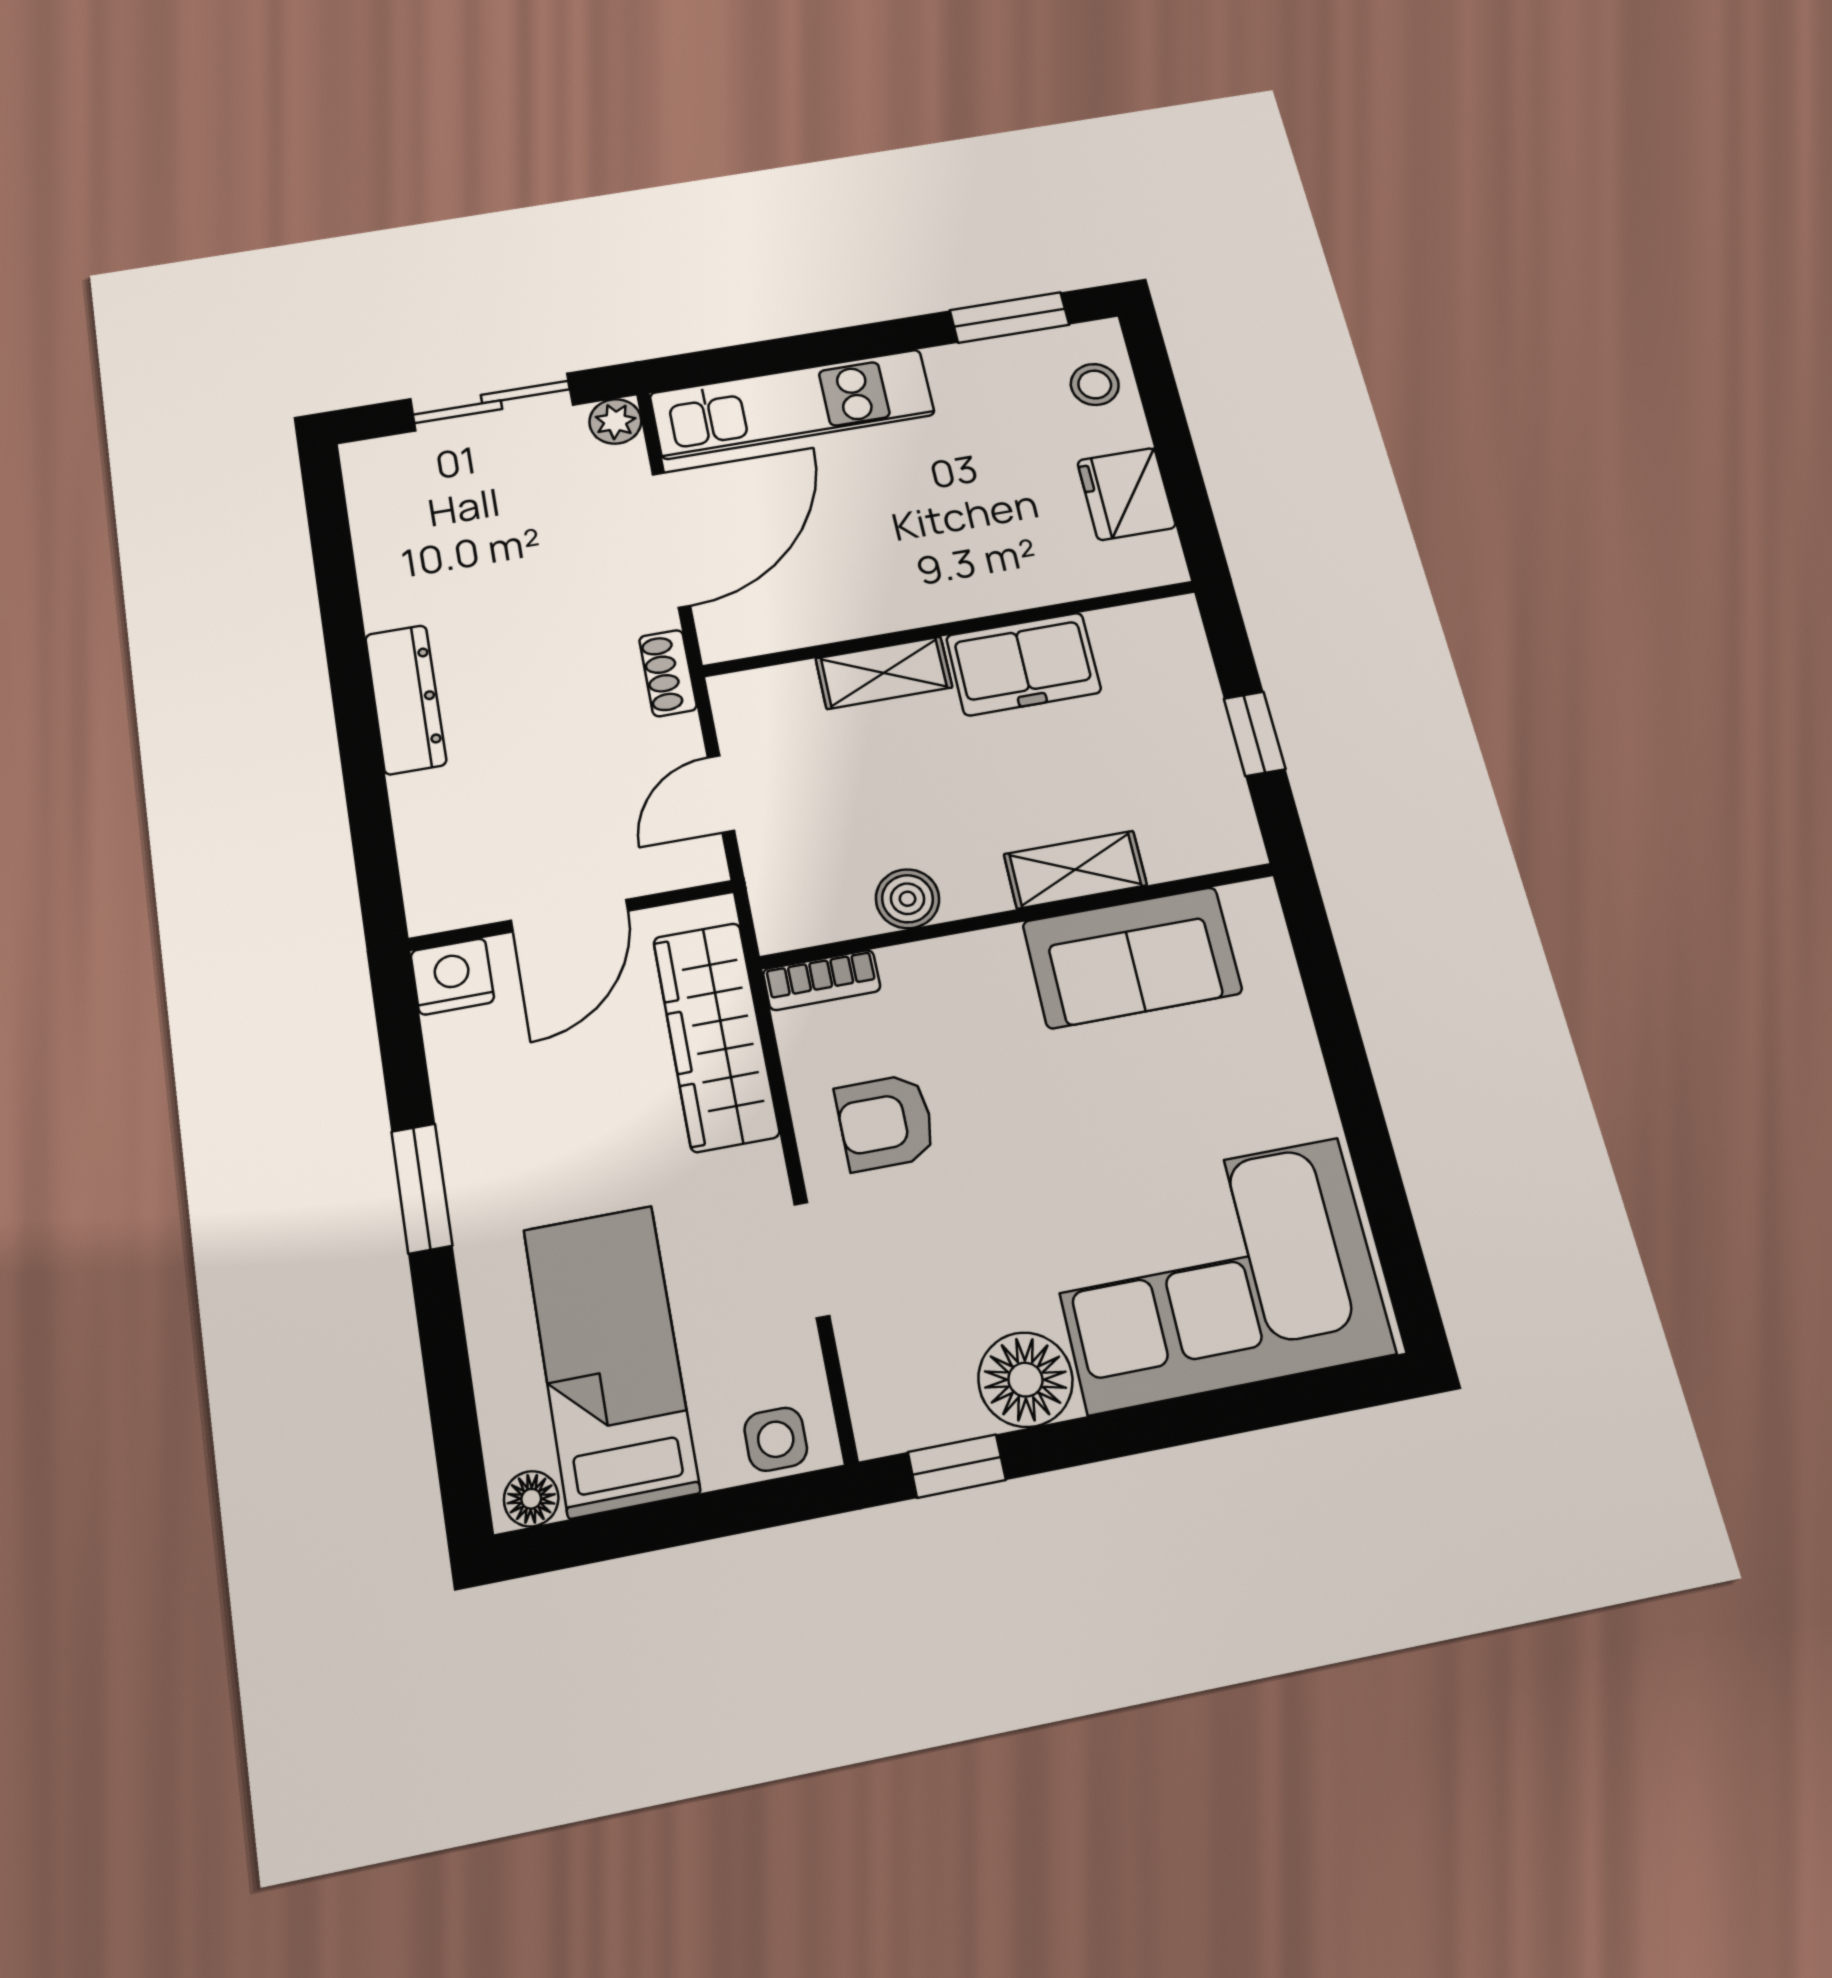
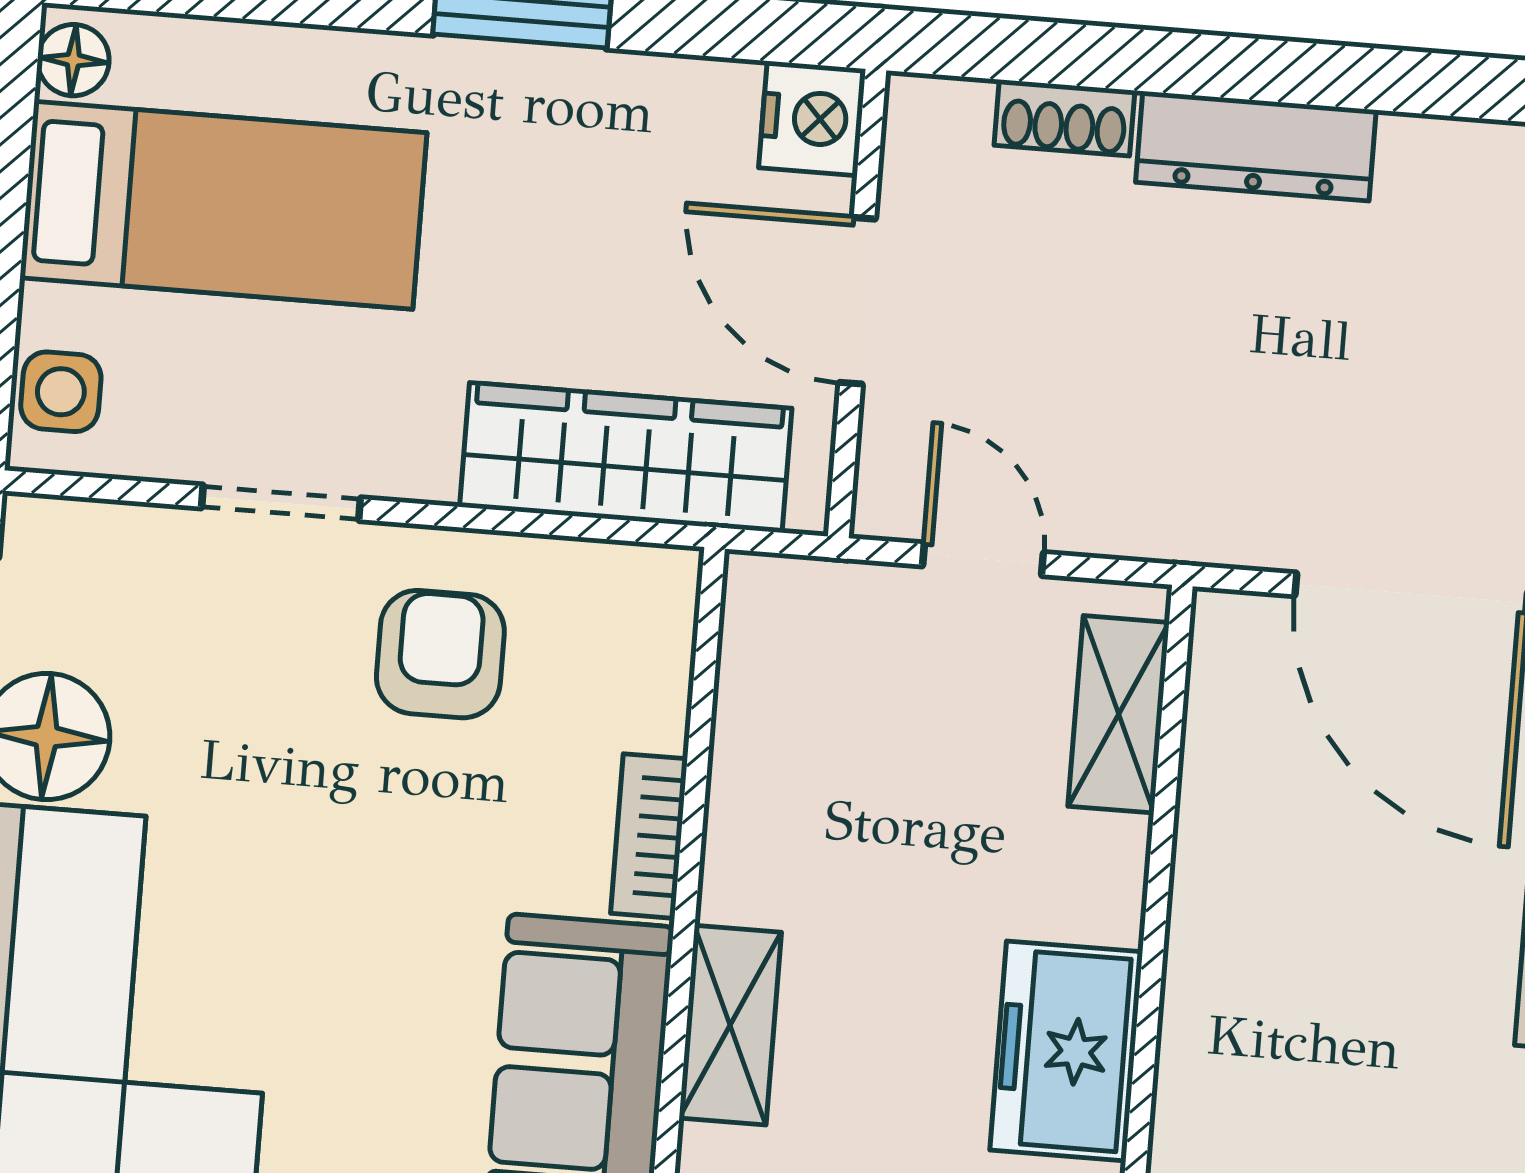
shoe rack: (668, 673) -> (1064, 118), moved, turned 180
shelving: (884, 673) -> (1119, 714), moved
boiler: (908, 899) -> (752, 777), removed
bookcase: (822, 980) -> (649, 836), moved

